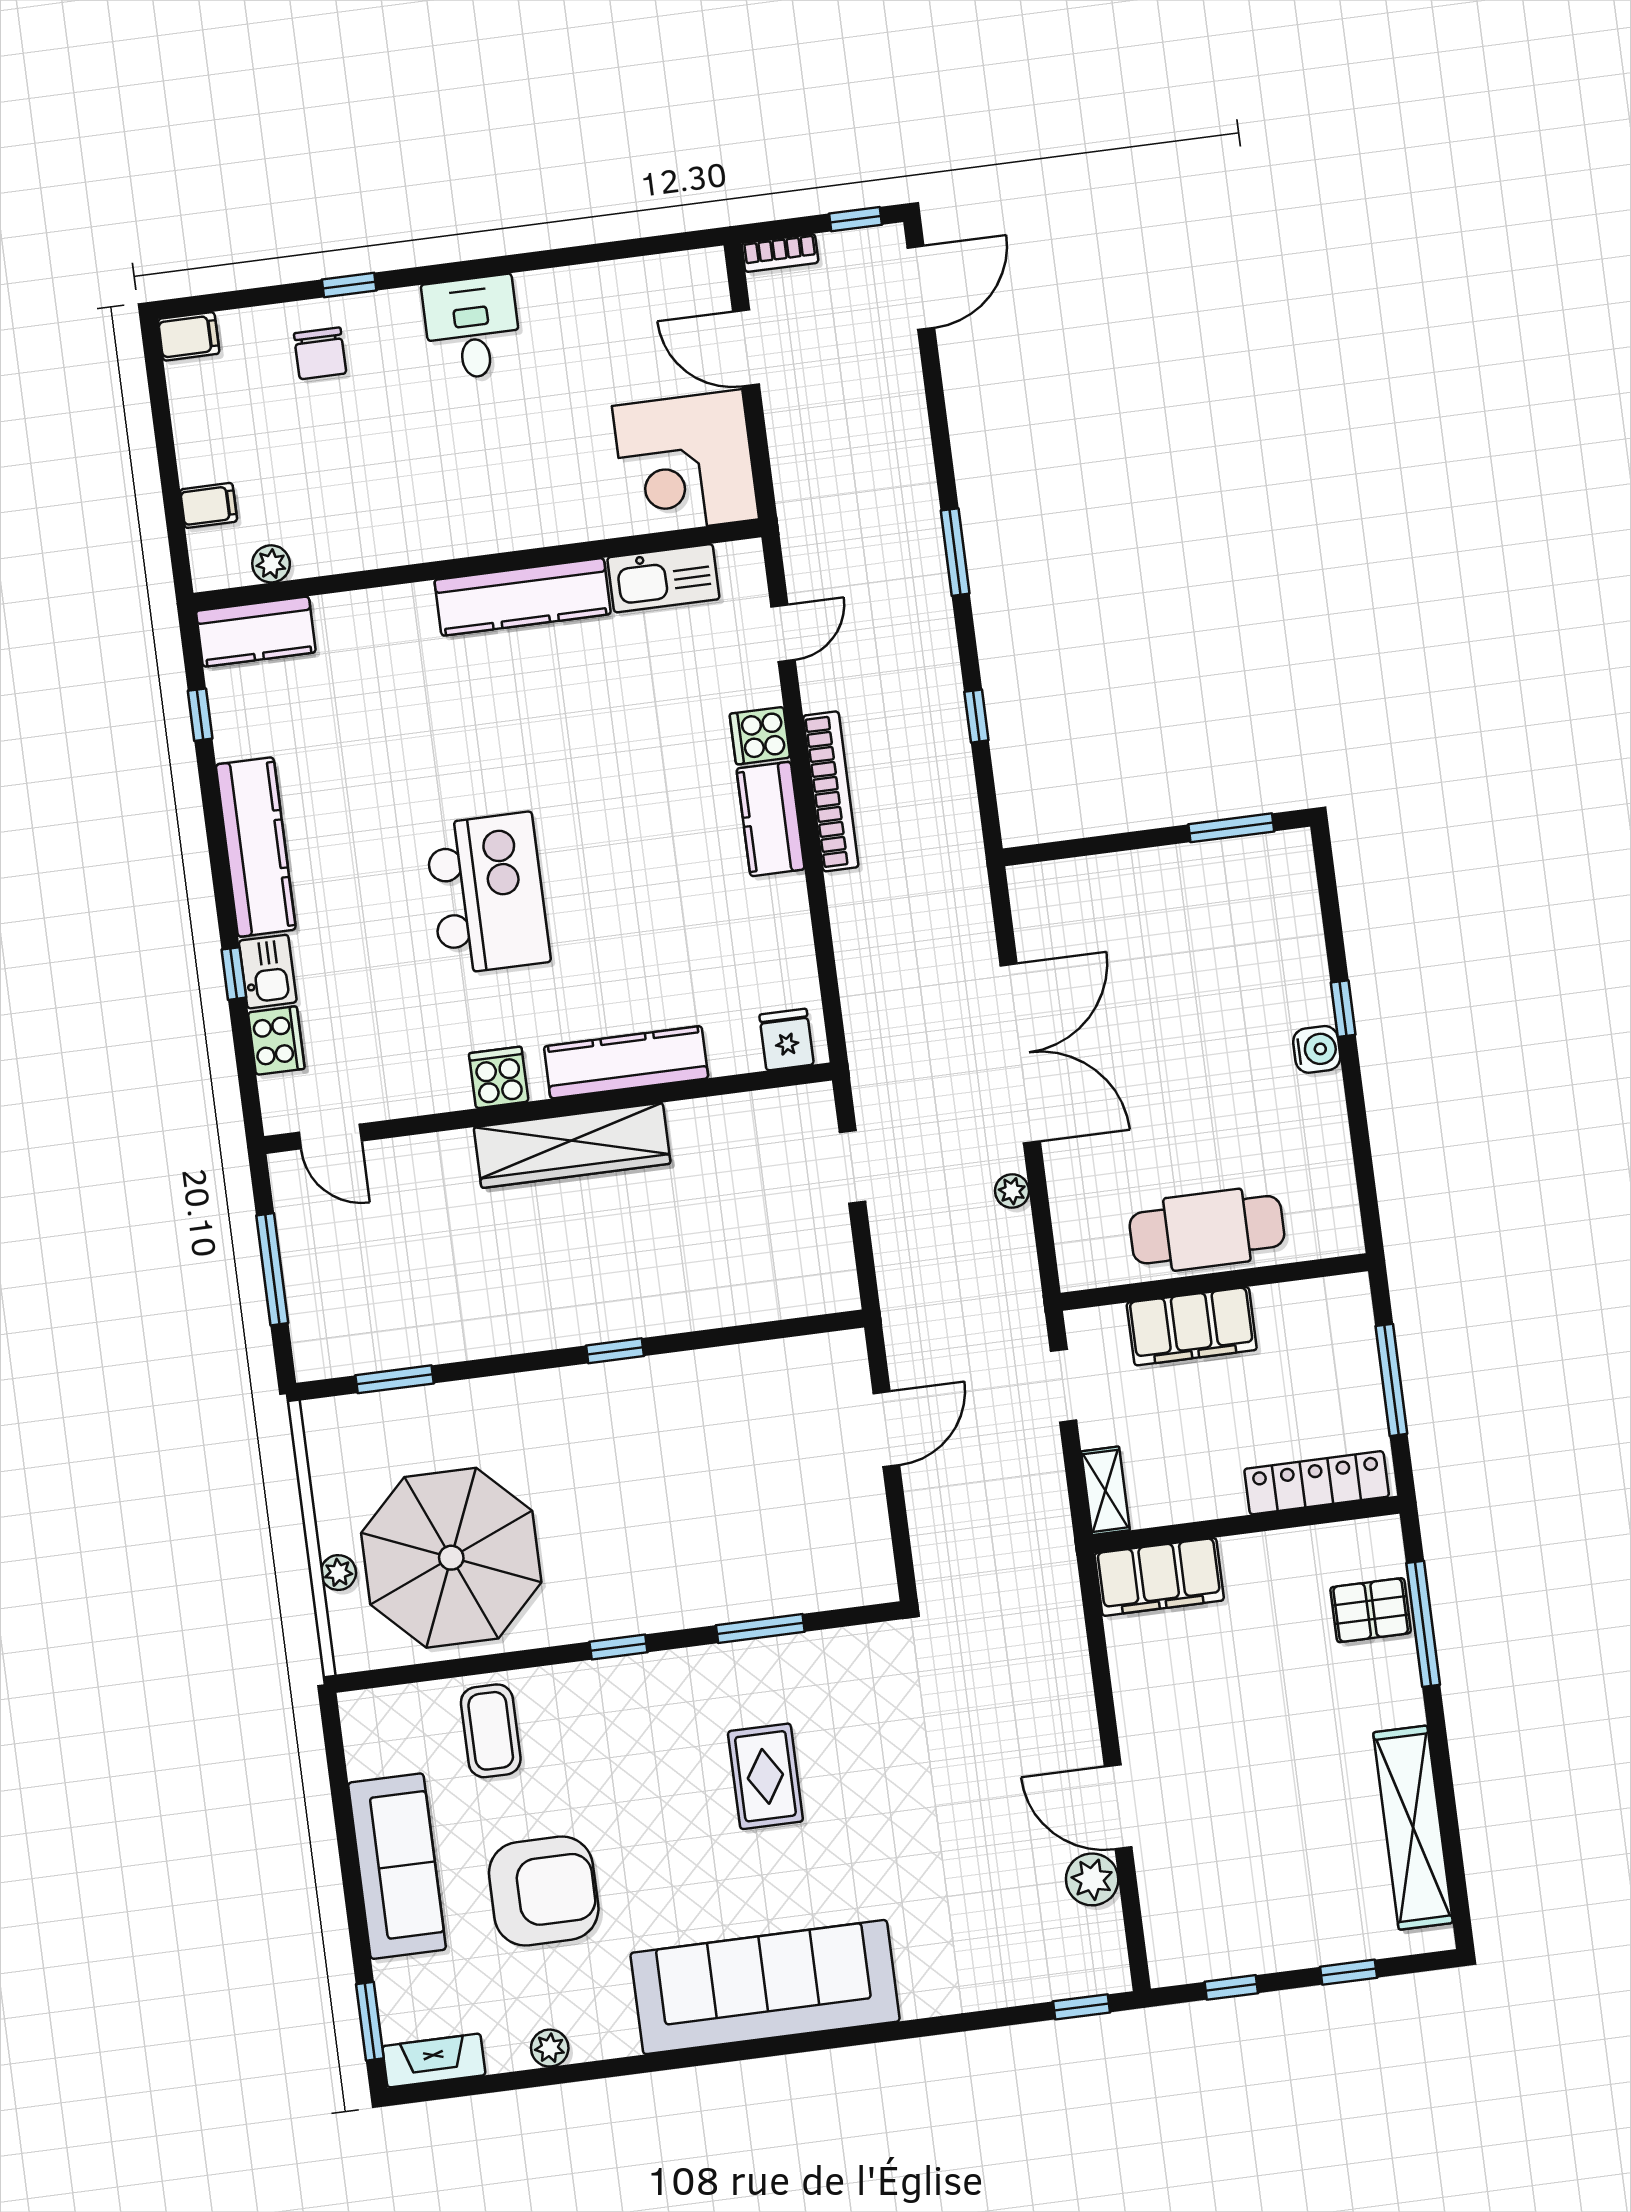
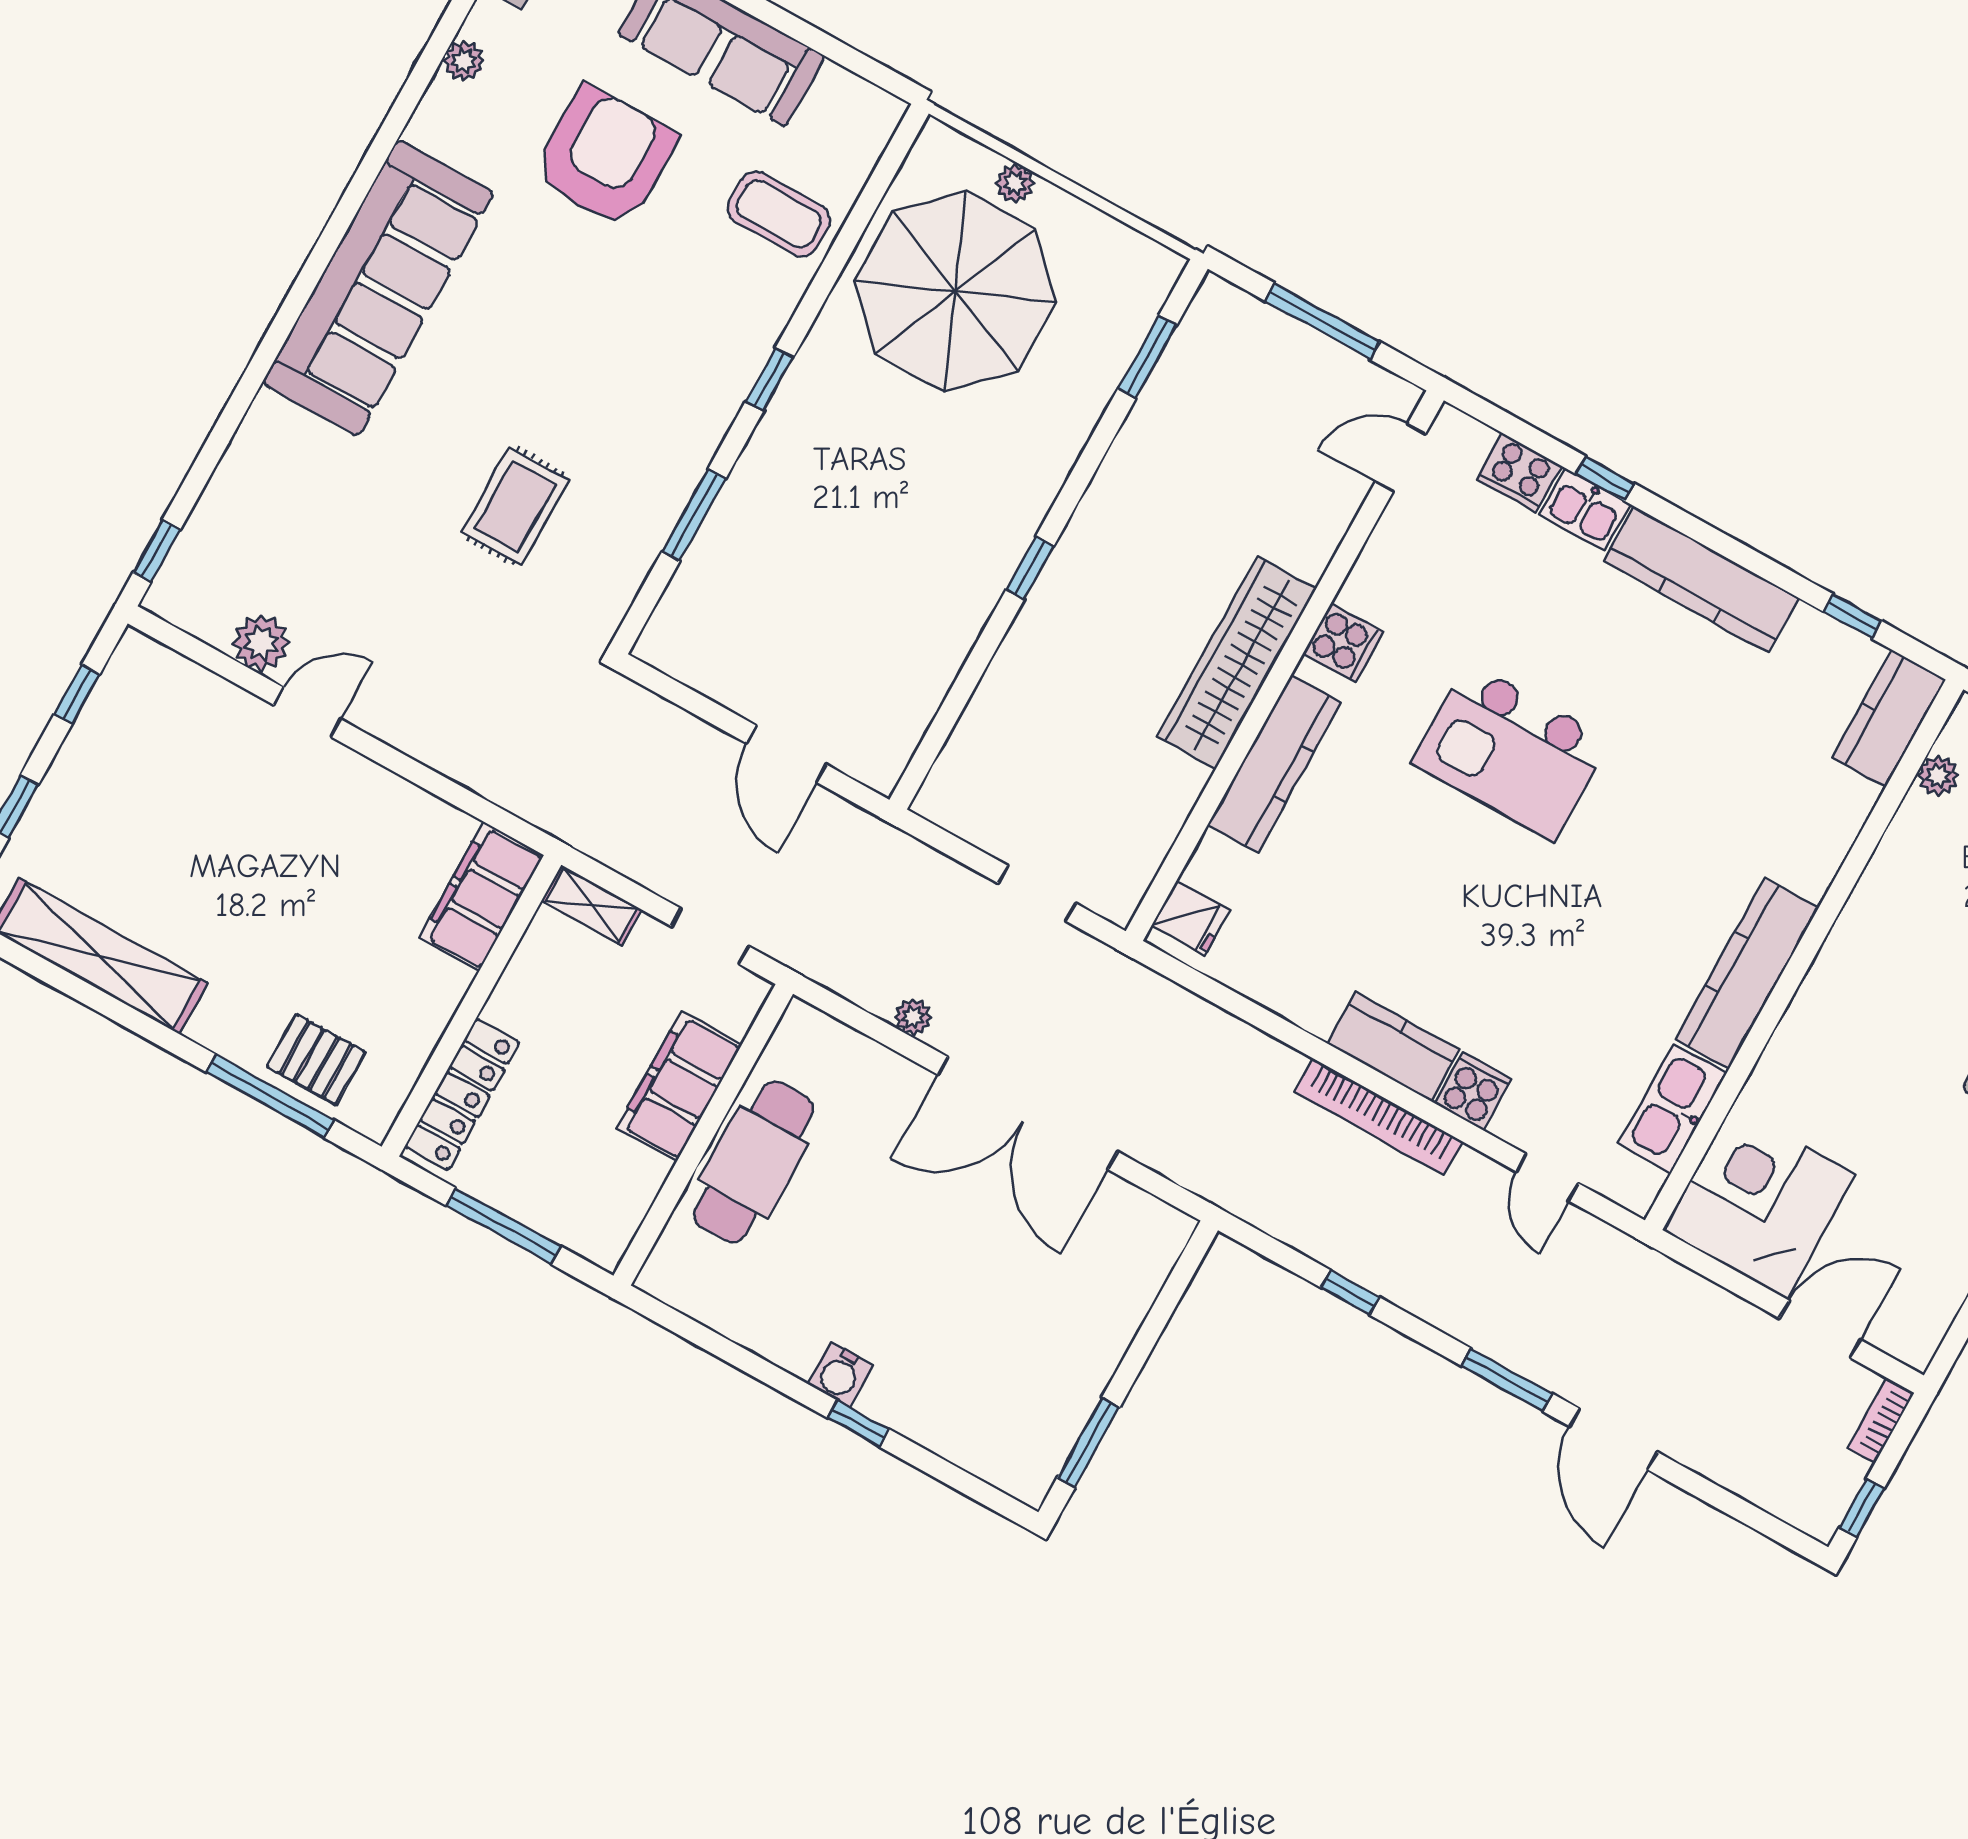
door: (921, 288) -> (1614, 1439), moved
pallet: (1371, 1610) -> (316, 1059), turned 90
rug: (765, 1776) -> (516, 506), moved, turned 90
door: (1118, 1807) -> (307, 712), width x0.73
armchair: (544, 1891) -> (605, 157), turned 180

